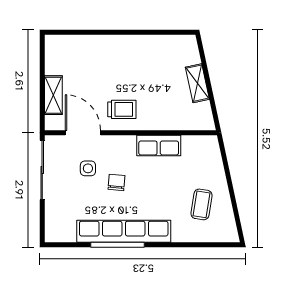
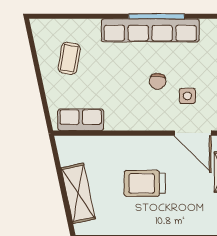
shelving: (197, 83) -> (78, 193), width x1.50, depth x1.33
trolley: (122, 109) -> (145, 183), moved, width x1.36, depth x1.39
row of seats: (159, 145) -> (81, 120), moved

